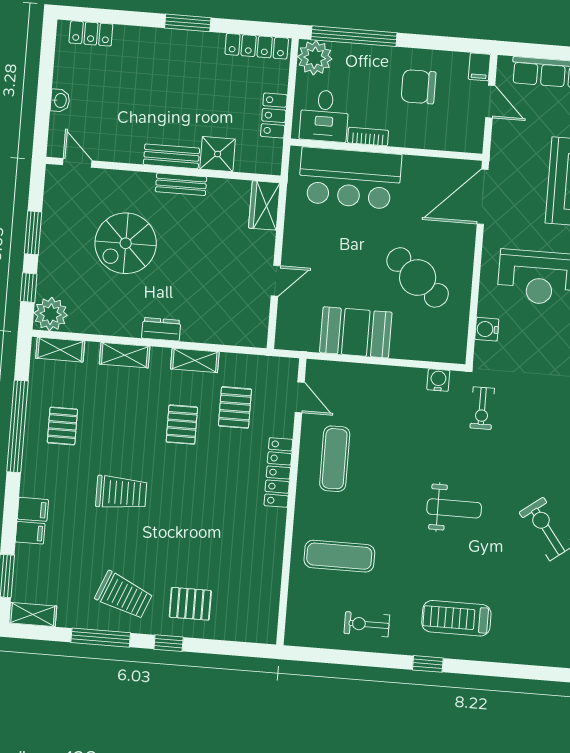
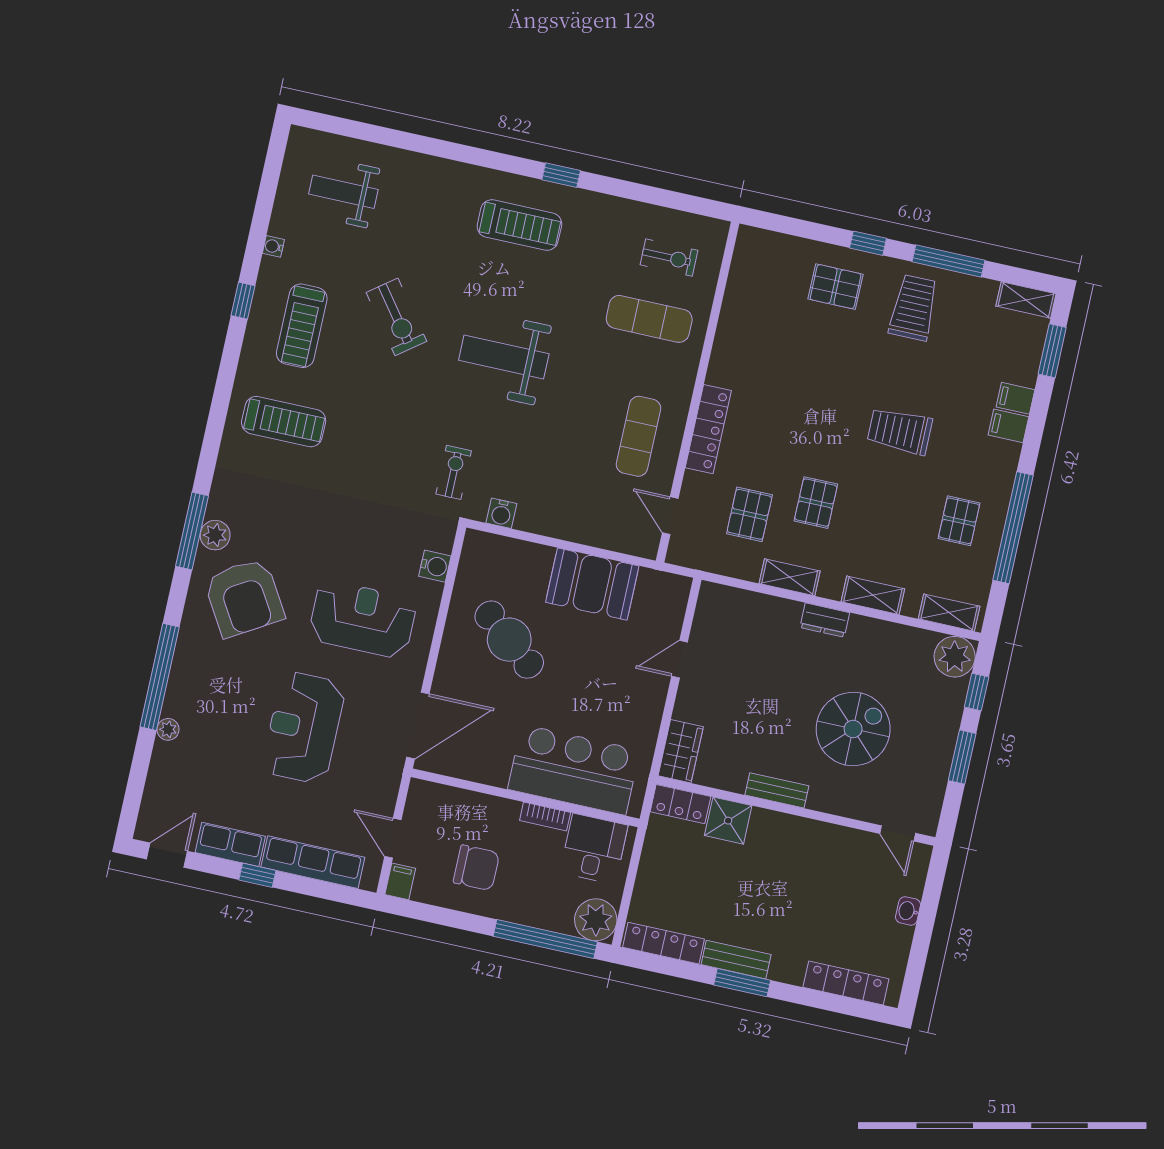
locker: (91, 33) -> (846, 983), width x1.53
locker: (274, 115) -> (680, 804), moved, turned 90
bench: (171, 156) -> (736, 960), moved
weight bench: (454, 508) -> (504, 357), width x1.36, depth x1.33
trolley: (124, 595) -> (914, 308), turned 68
exercise bike: (367, 624) -> (669, 258), moved

